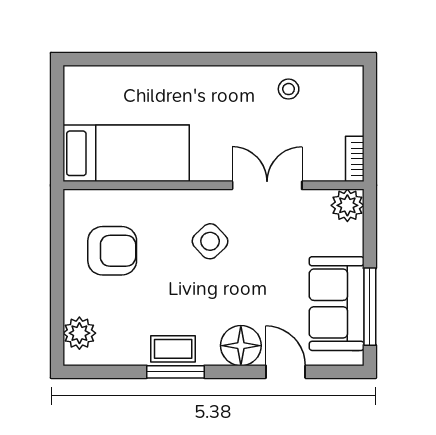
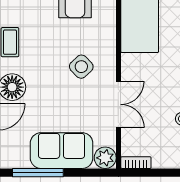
sofa: (337, 304) -> (62, 151), moved

